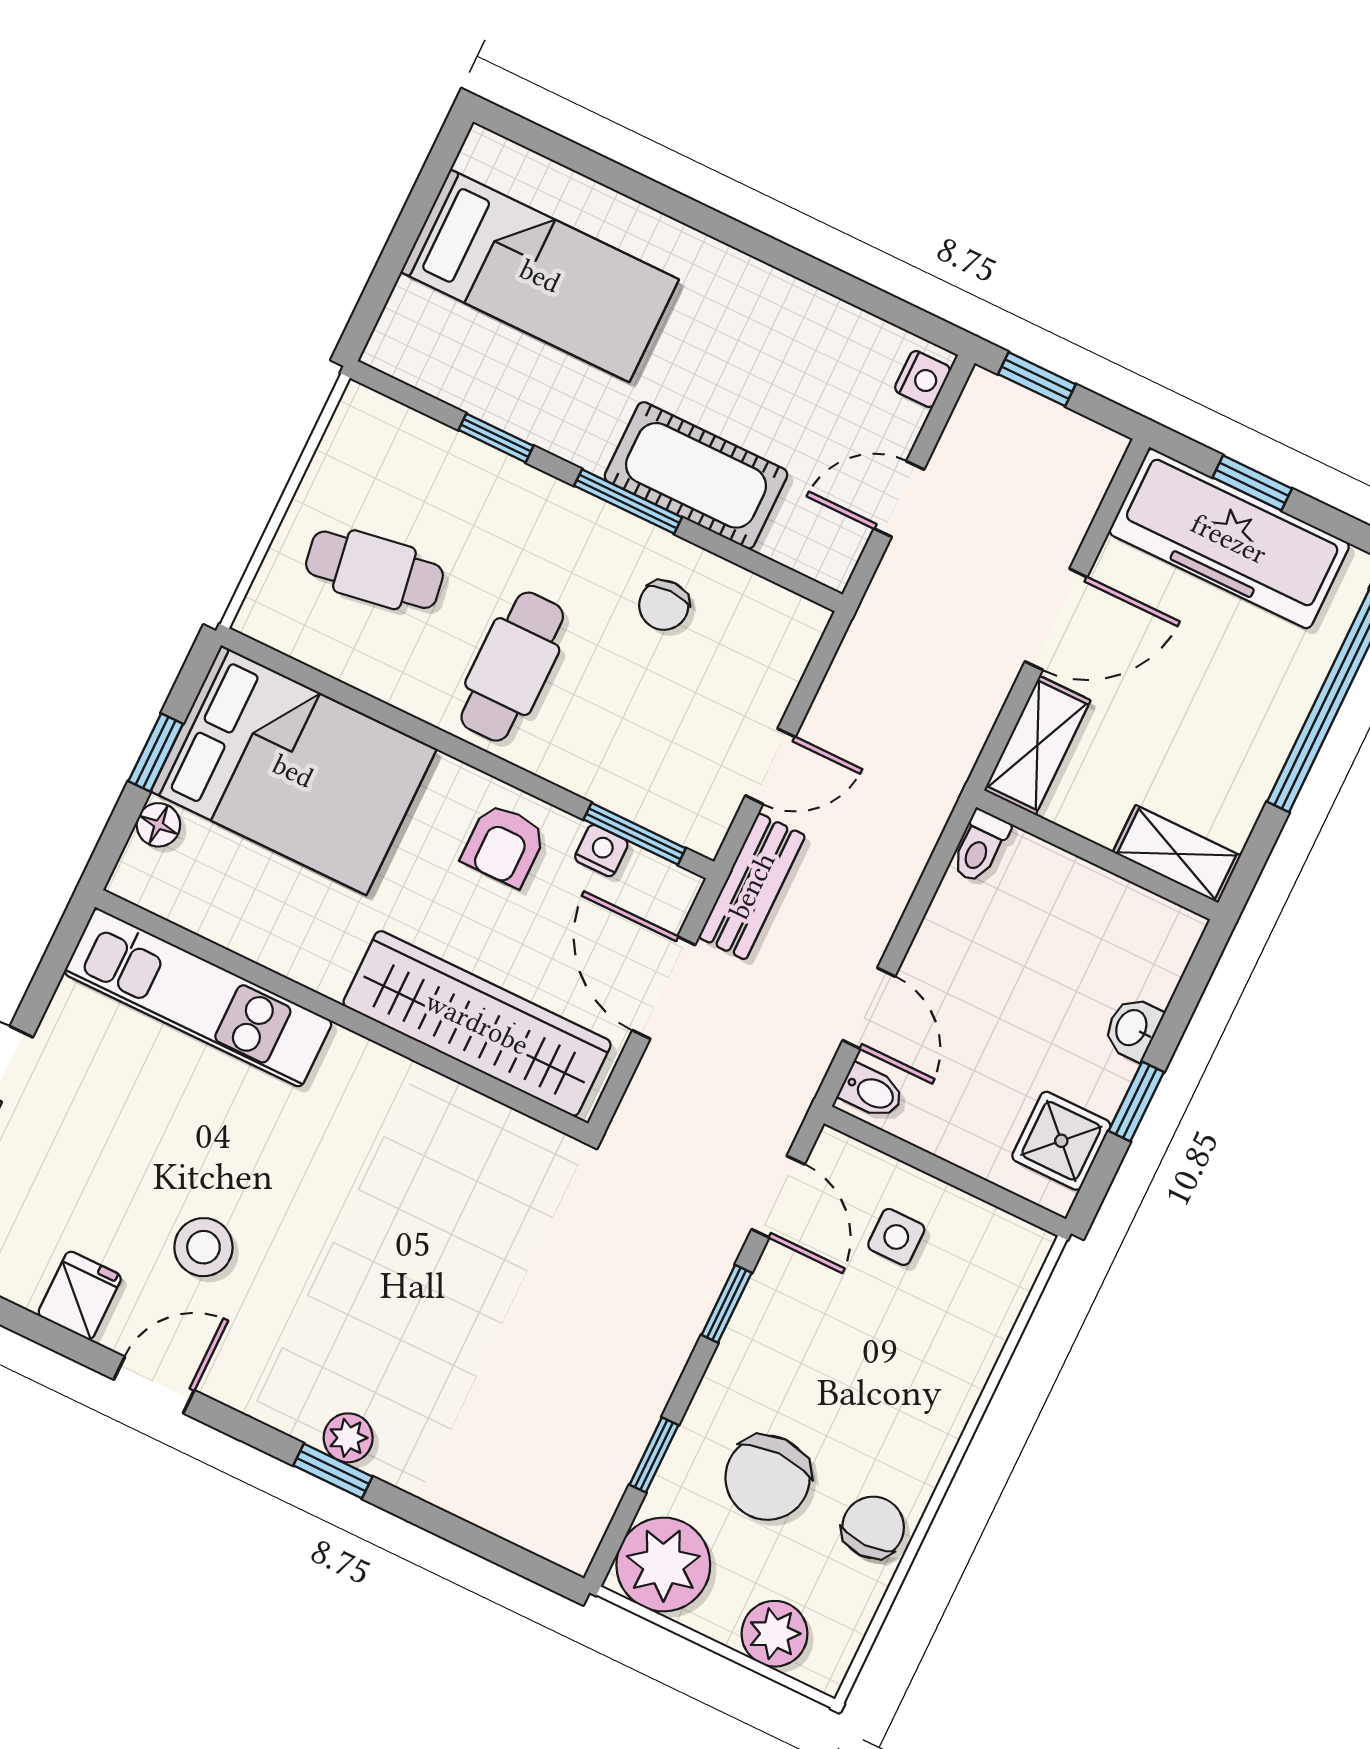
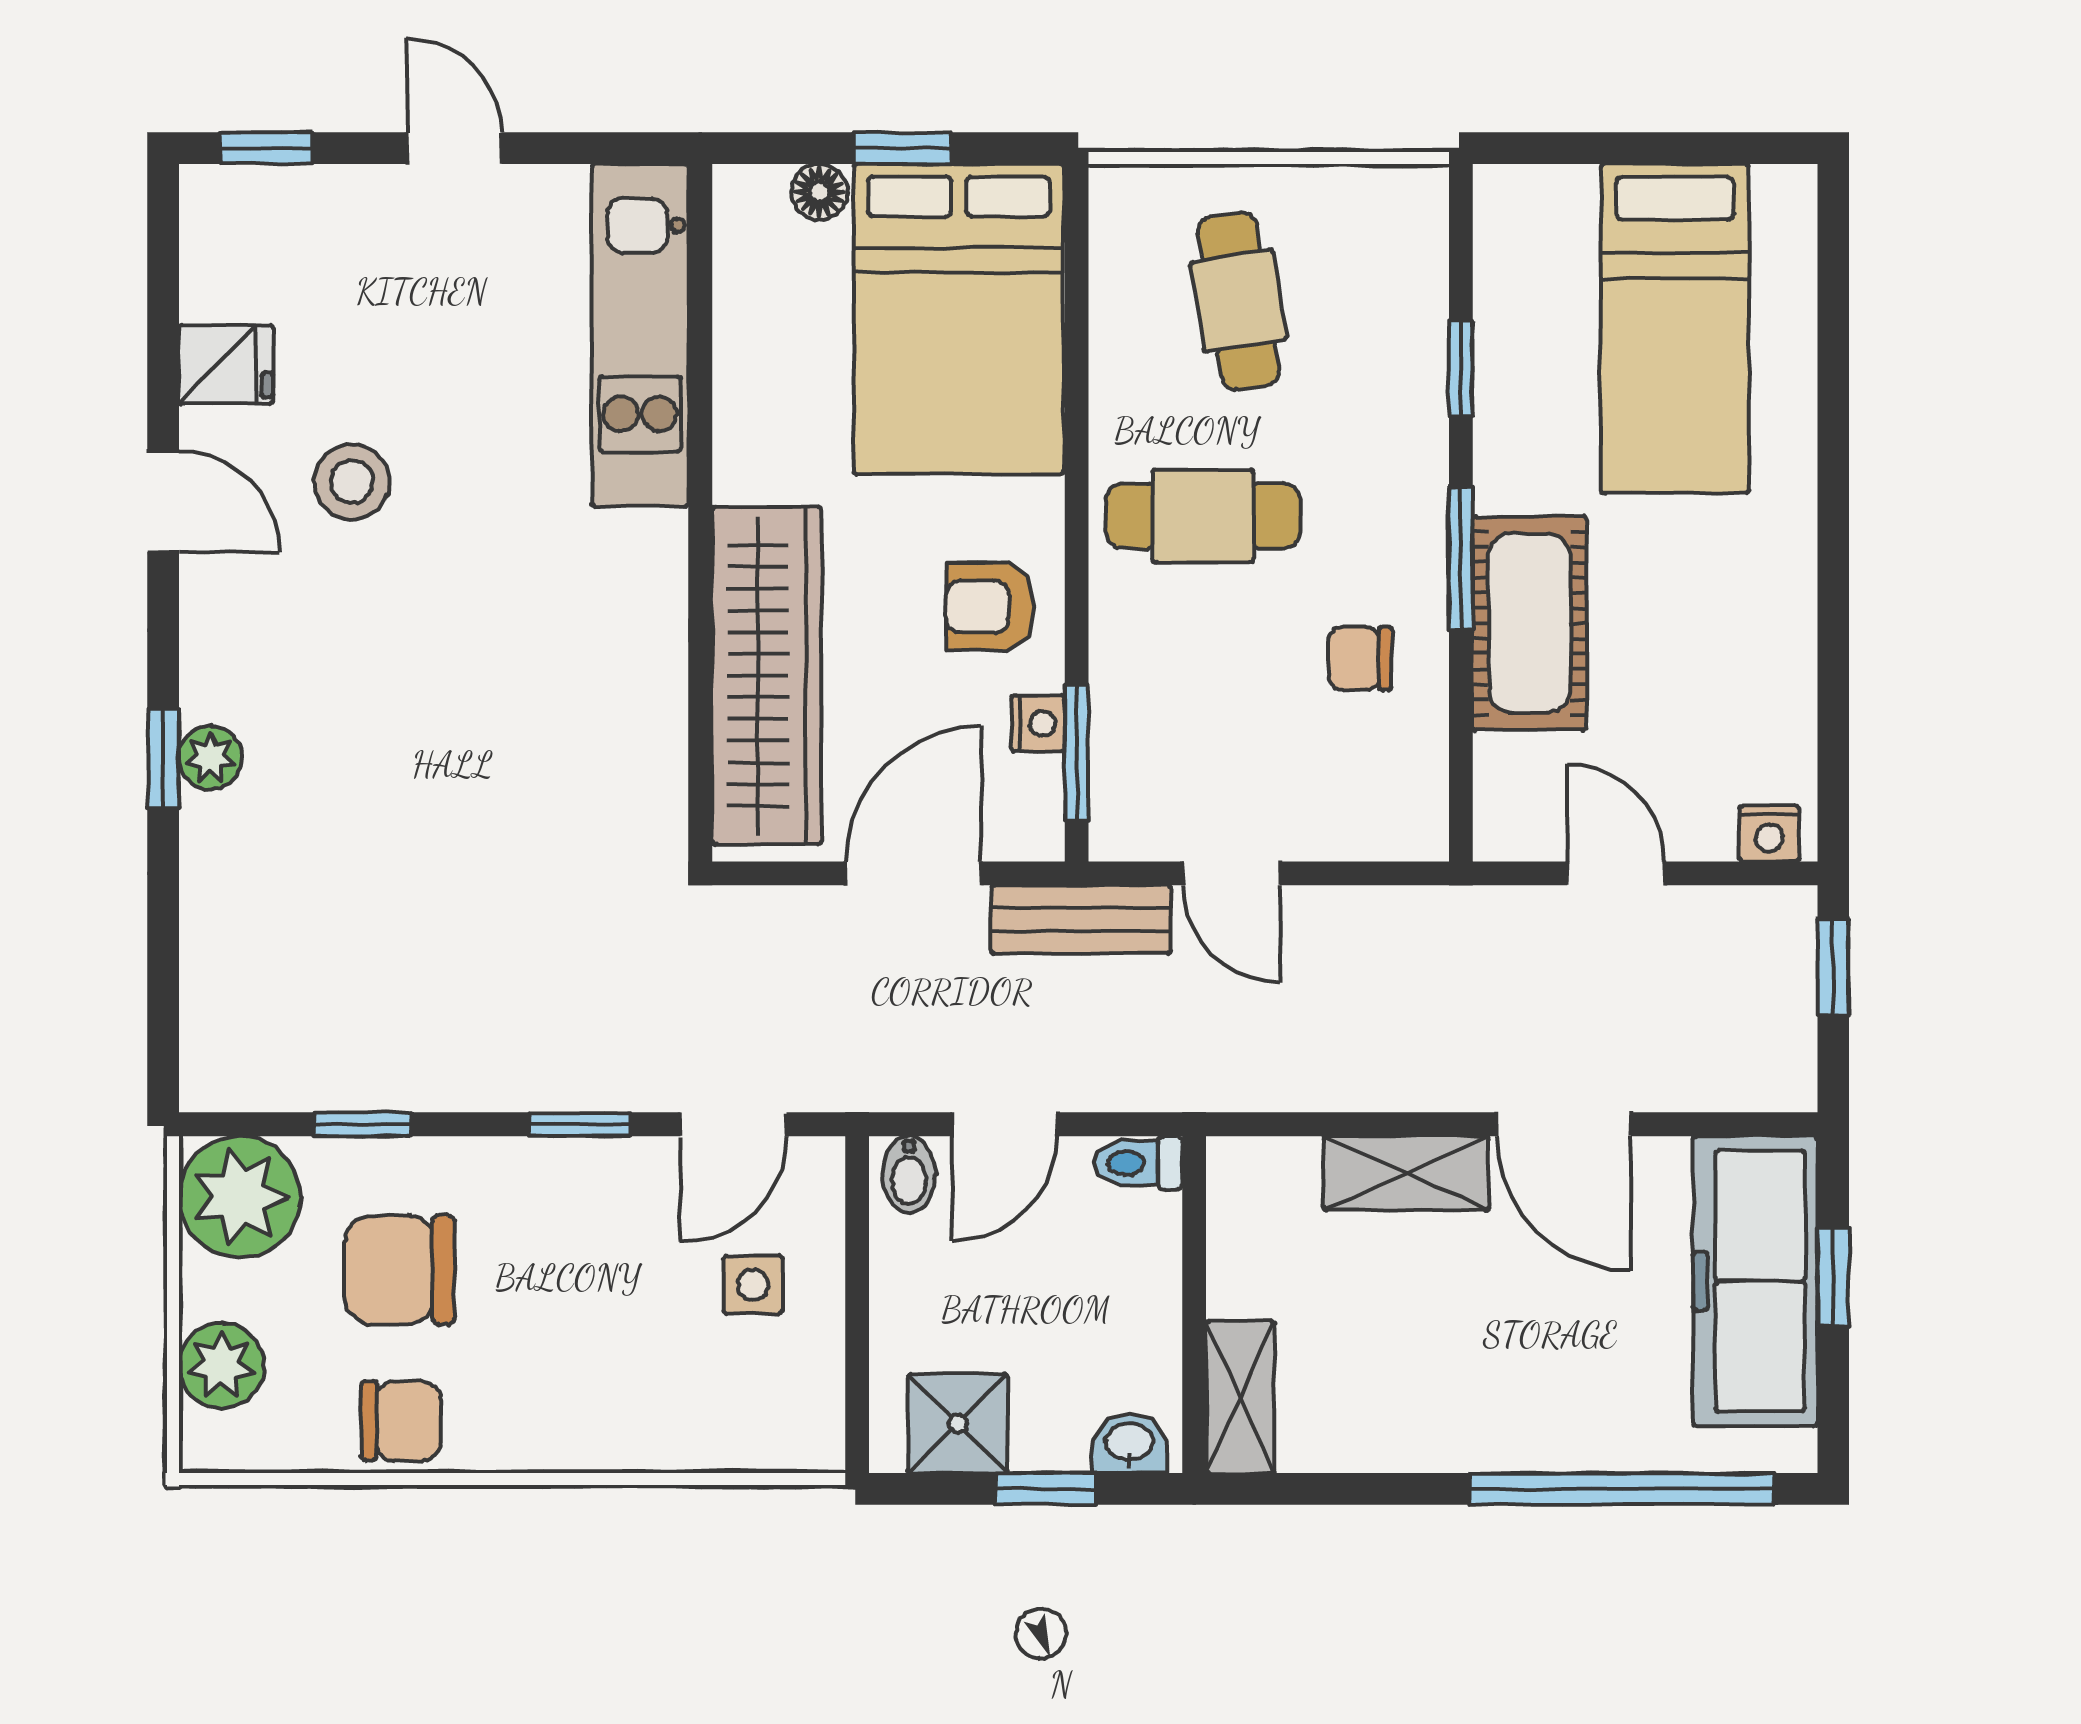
toilet: (980, 846) -> (1138, 1163), moved
shelving: (1177, 854) -> (1240, 1397), moved
wall: (1097, 855) -> (1194, 1305), moved

